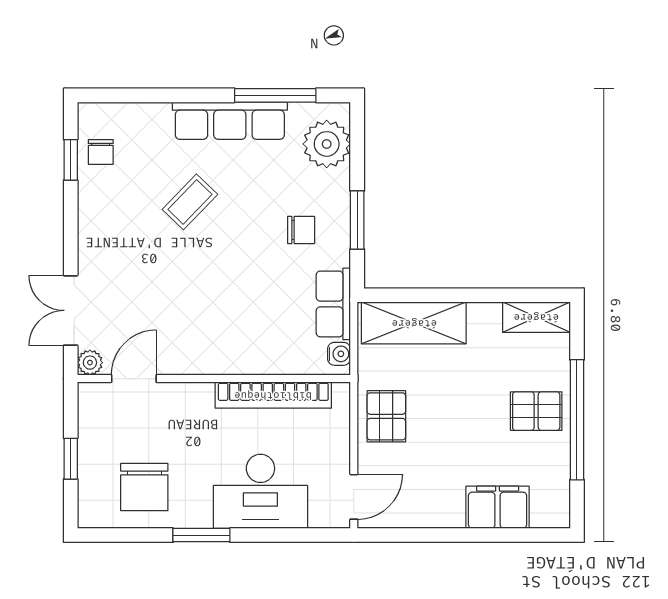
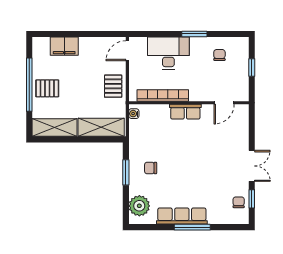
window: (275, 95) -> (192, 227), moved
coffee table: (190, 202) -> (199, 180), removed
row of seats: (333, 304) -> (185, 112), moved, turned 90
double door: (71, 310) -> (252, 166), moved
shelving: (536, 317) -> (55, 127), width x1.50, depth x1.33
plant: (90, 363) -> (243, 110), removed
chair: (144, 487) -> (219, 55), width x0.54, depth x0.54

